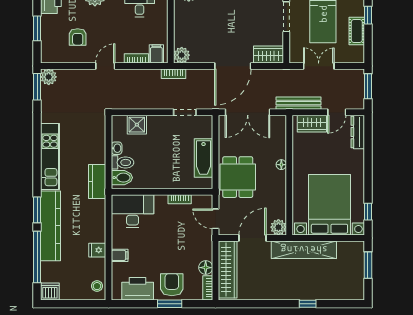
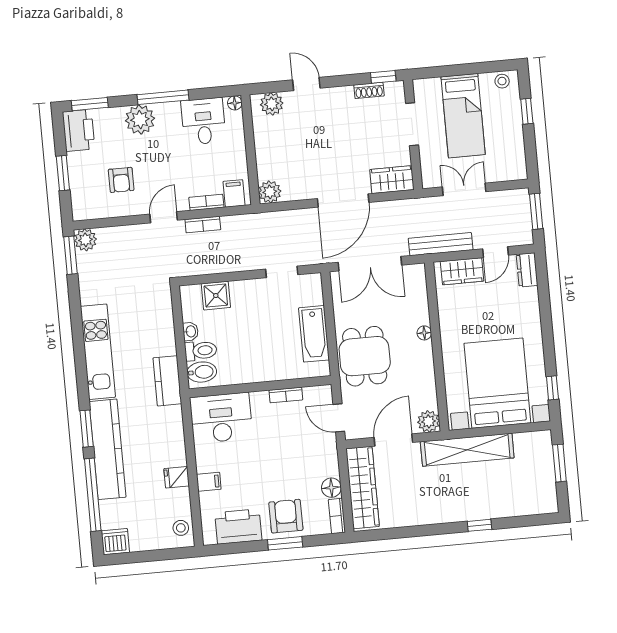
cot: (357, 31) -> (513, 135), removed
bookcase: (173, 74) -> (203, 225), moved
dresser: (358, 132) -> (527, 270), width x0.70

